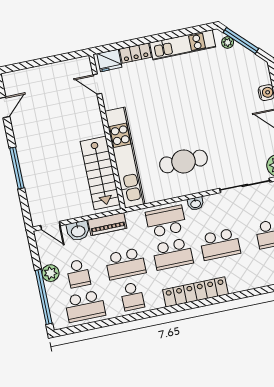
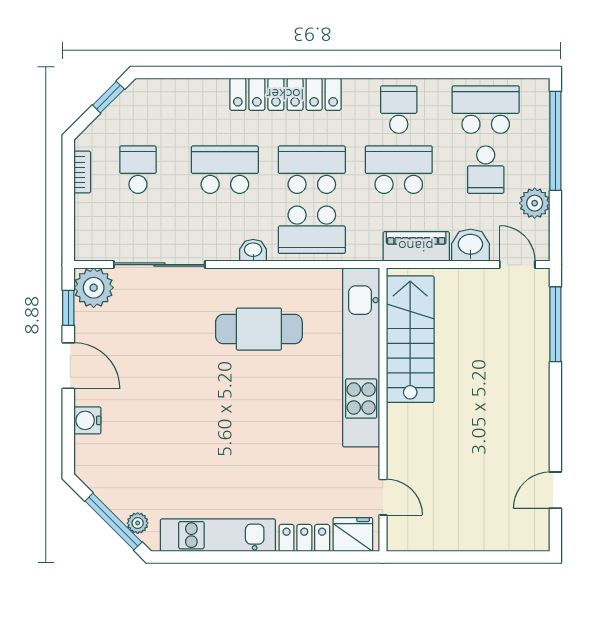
window: (17, 168) -> (555, 324), moved
plant: (50, 273) -> (535, 203), moved
school desk: (78, 274) -> (486, 170), turned 180

